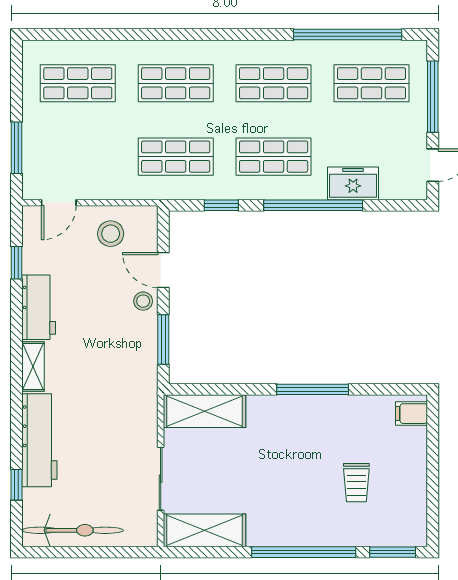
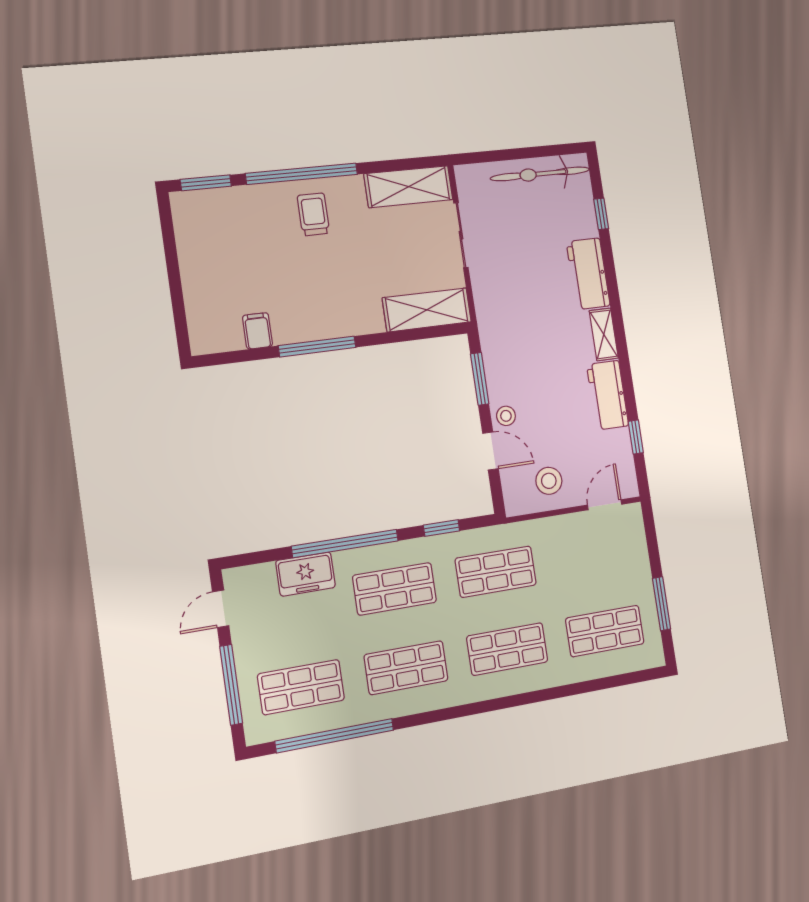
window: (17, 148) -> (662, 604), moved
filing cabinet: (412, 414) -> (257, 331), moved, turned -90
workbench: (39, 440) -> (588, 274), width x0.73
trolley: (356, 483) -> (313, 214), moved

